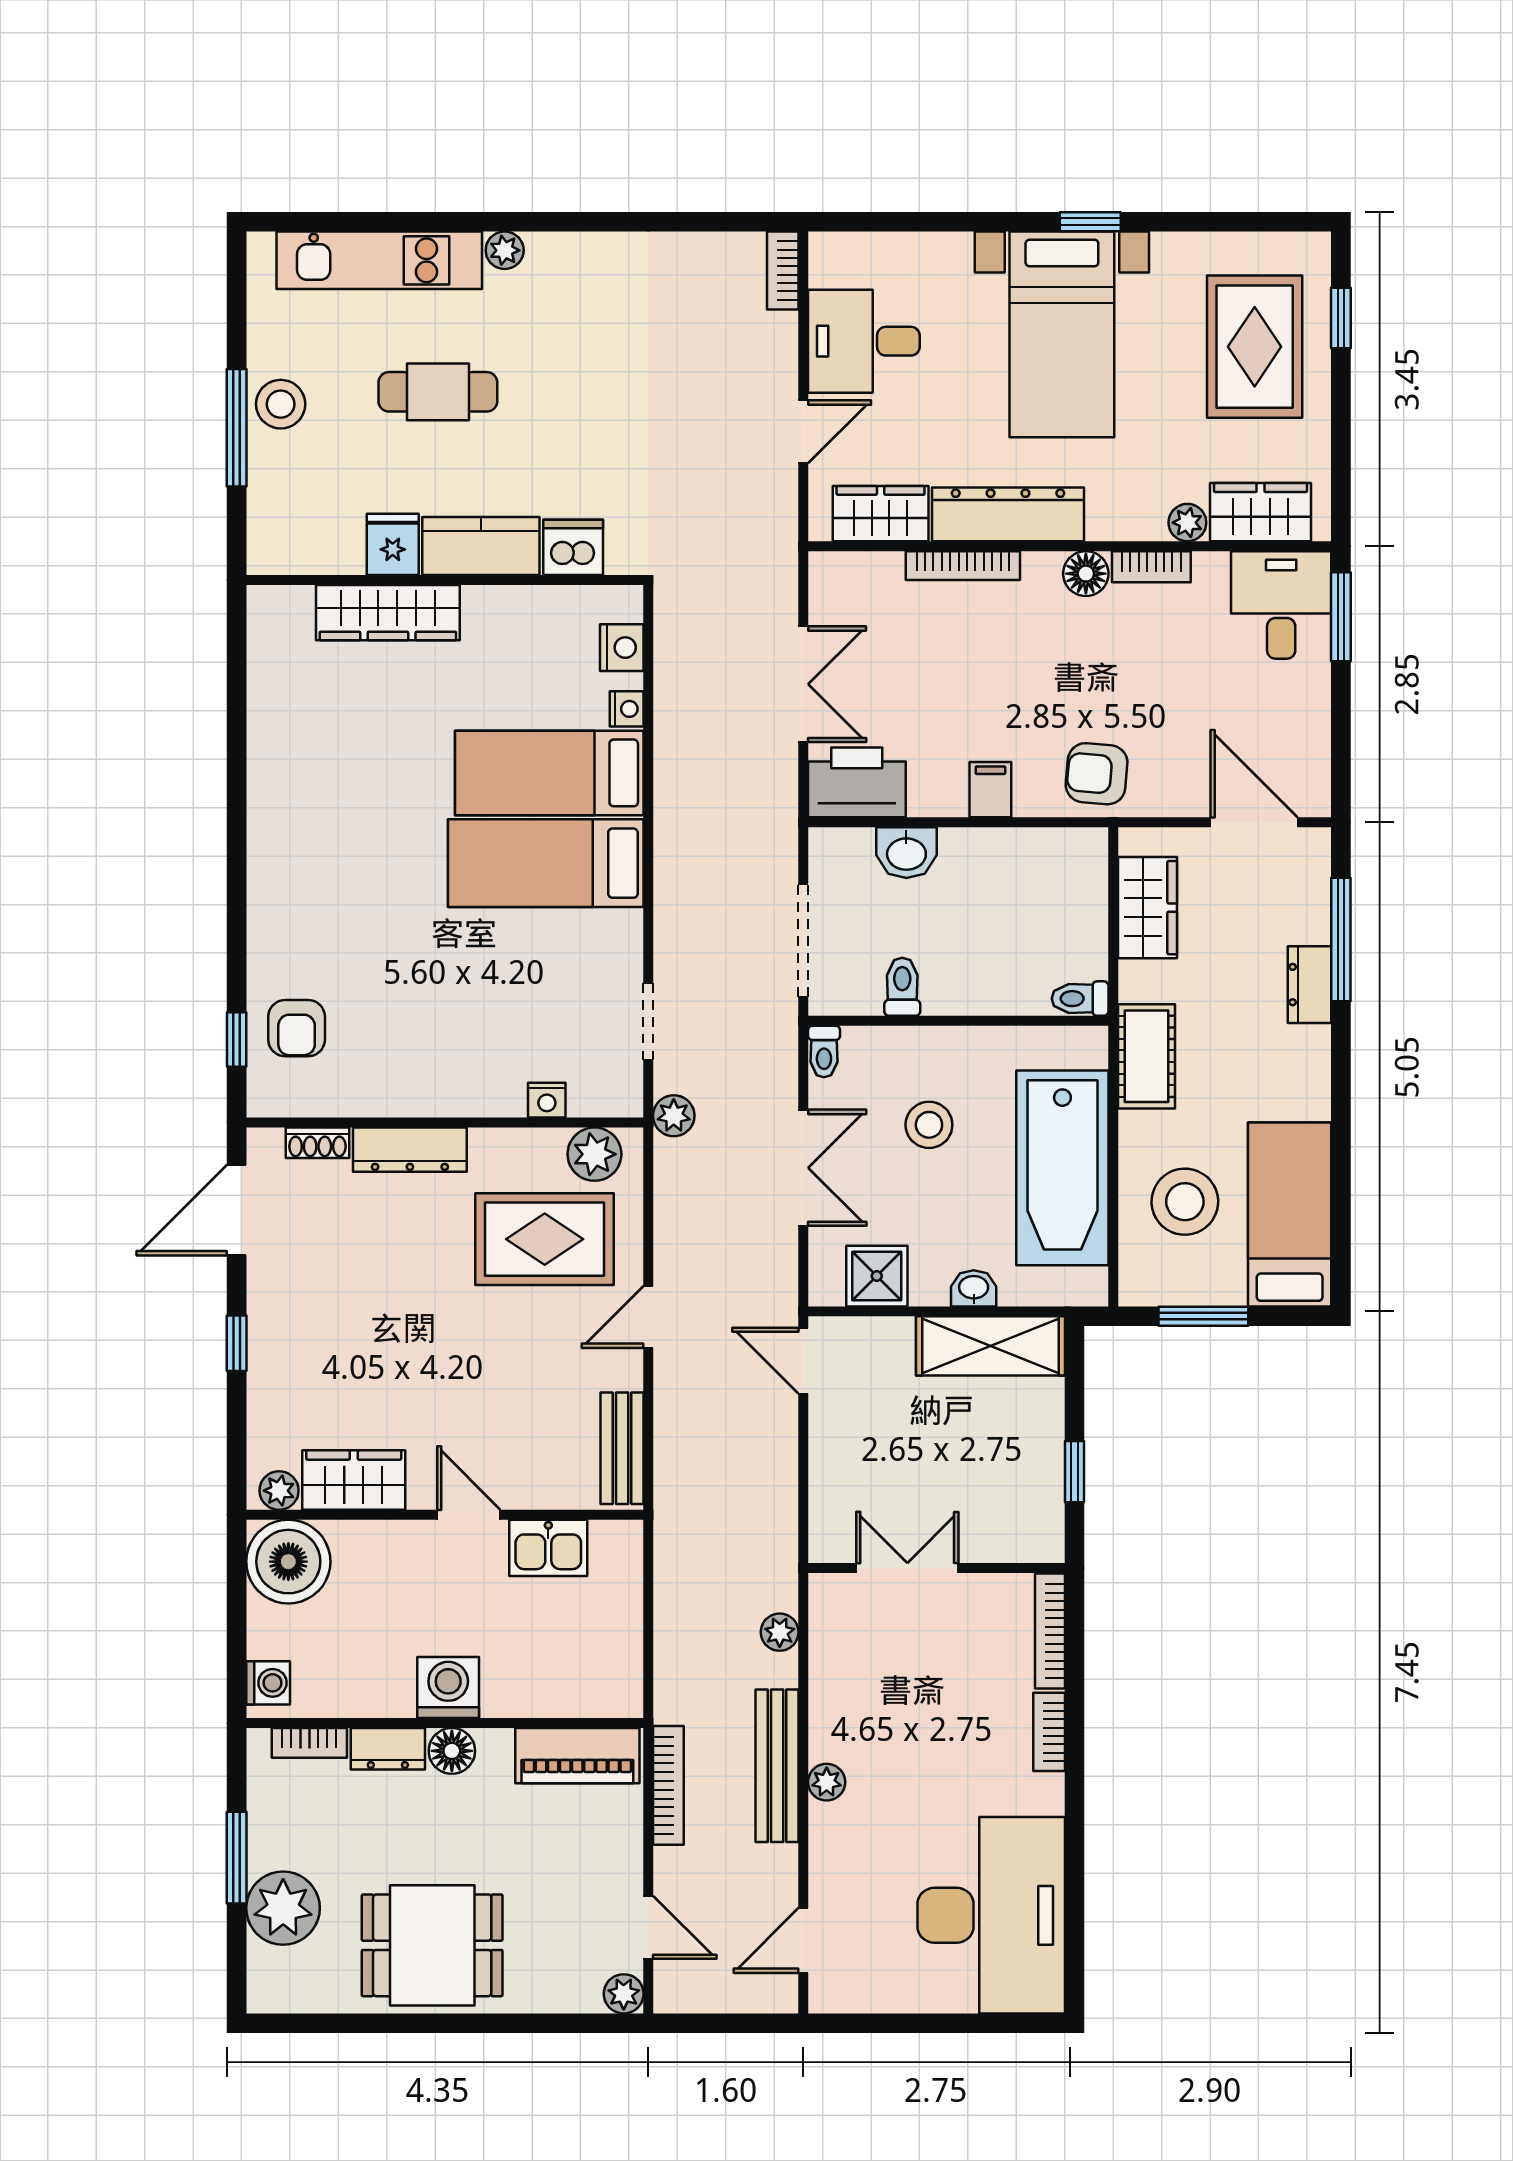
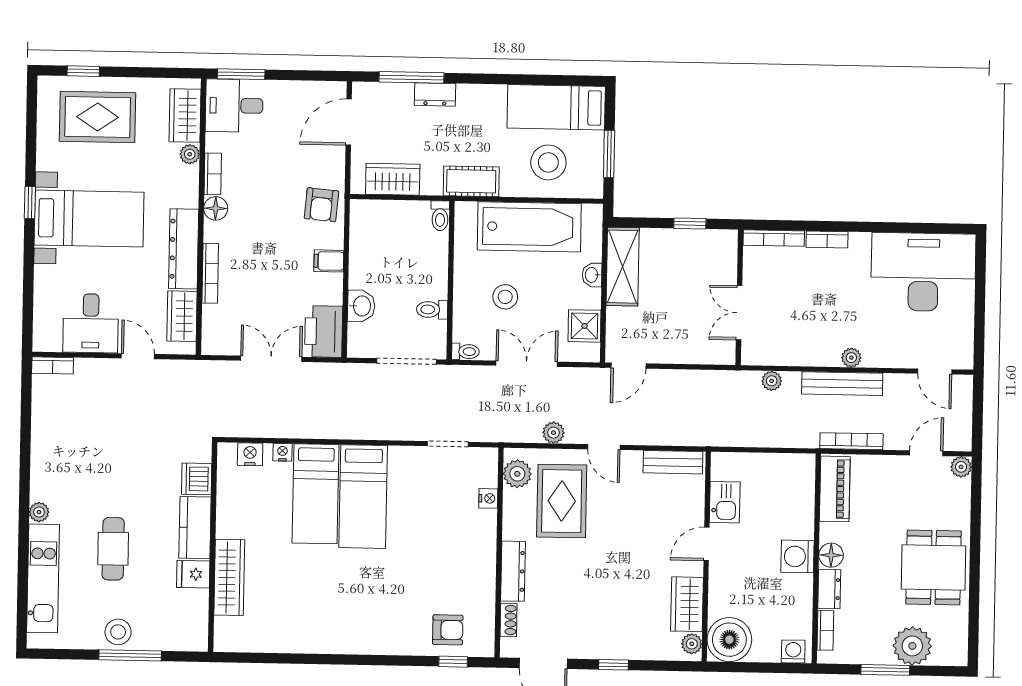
plant: (674, 1116) -> (554, 433), moved

